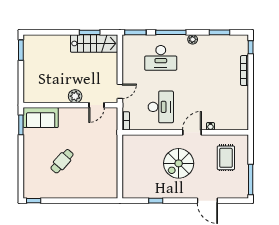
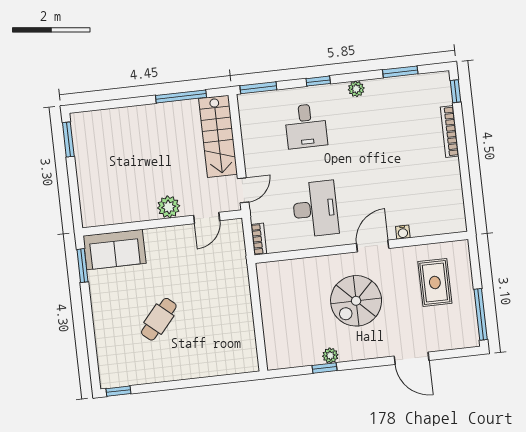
window: (90, 32) -> (181, 96), width x1.44
window: (171, 32) -> (318, 81), width x0.46
stairs: (94, 43) -> (218, 136), moved, turned 90
desk: (161, 58) -> (306, 126), width x0.73
plant: (160, 194) -> (330, 356), added

